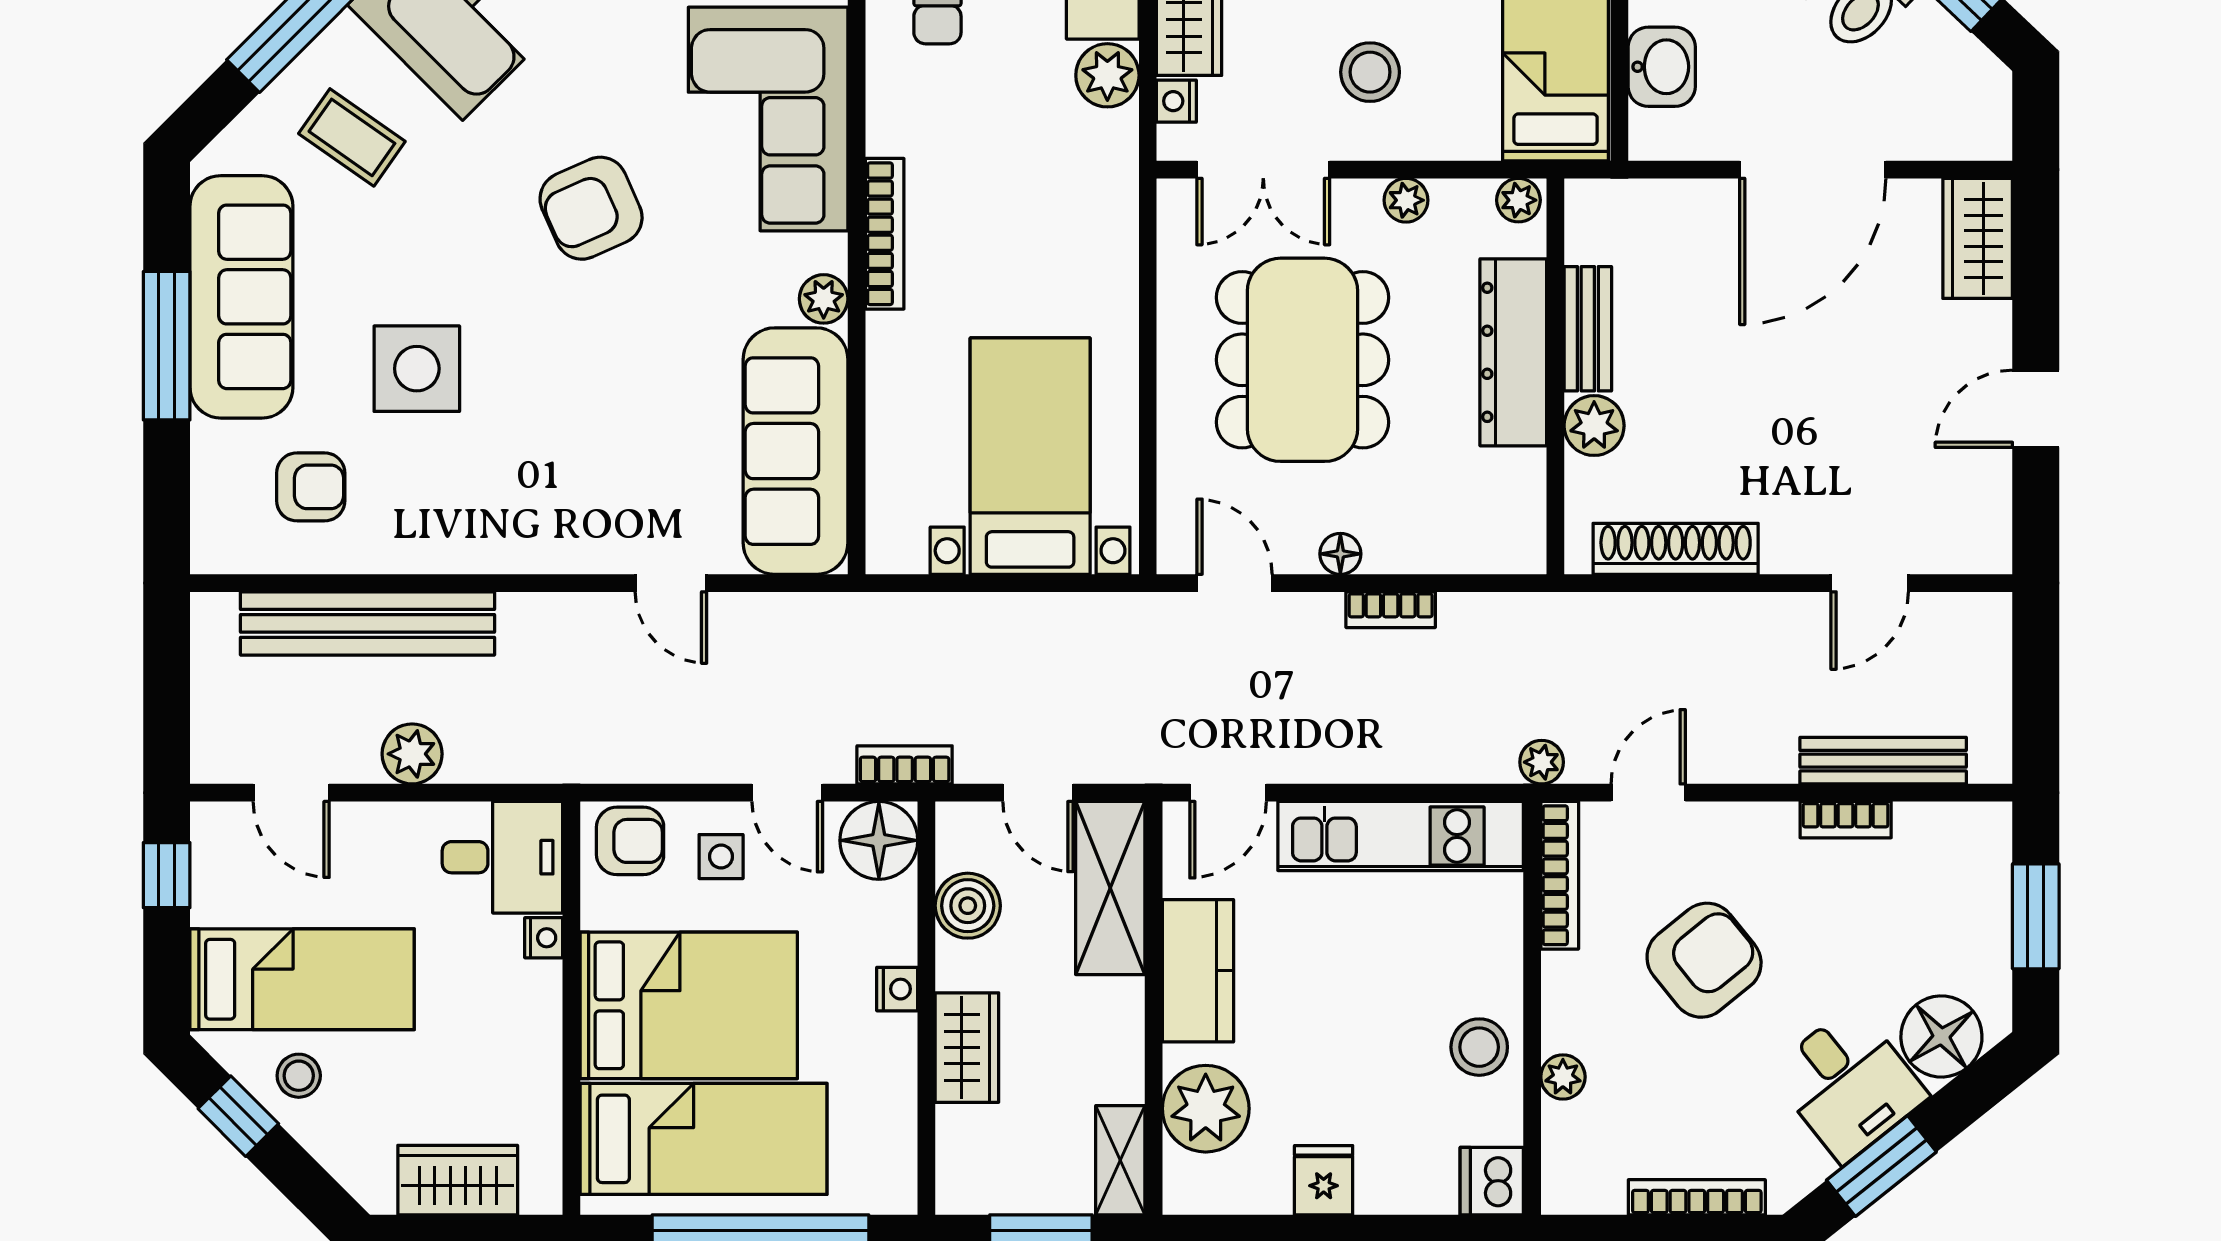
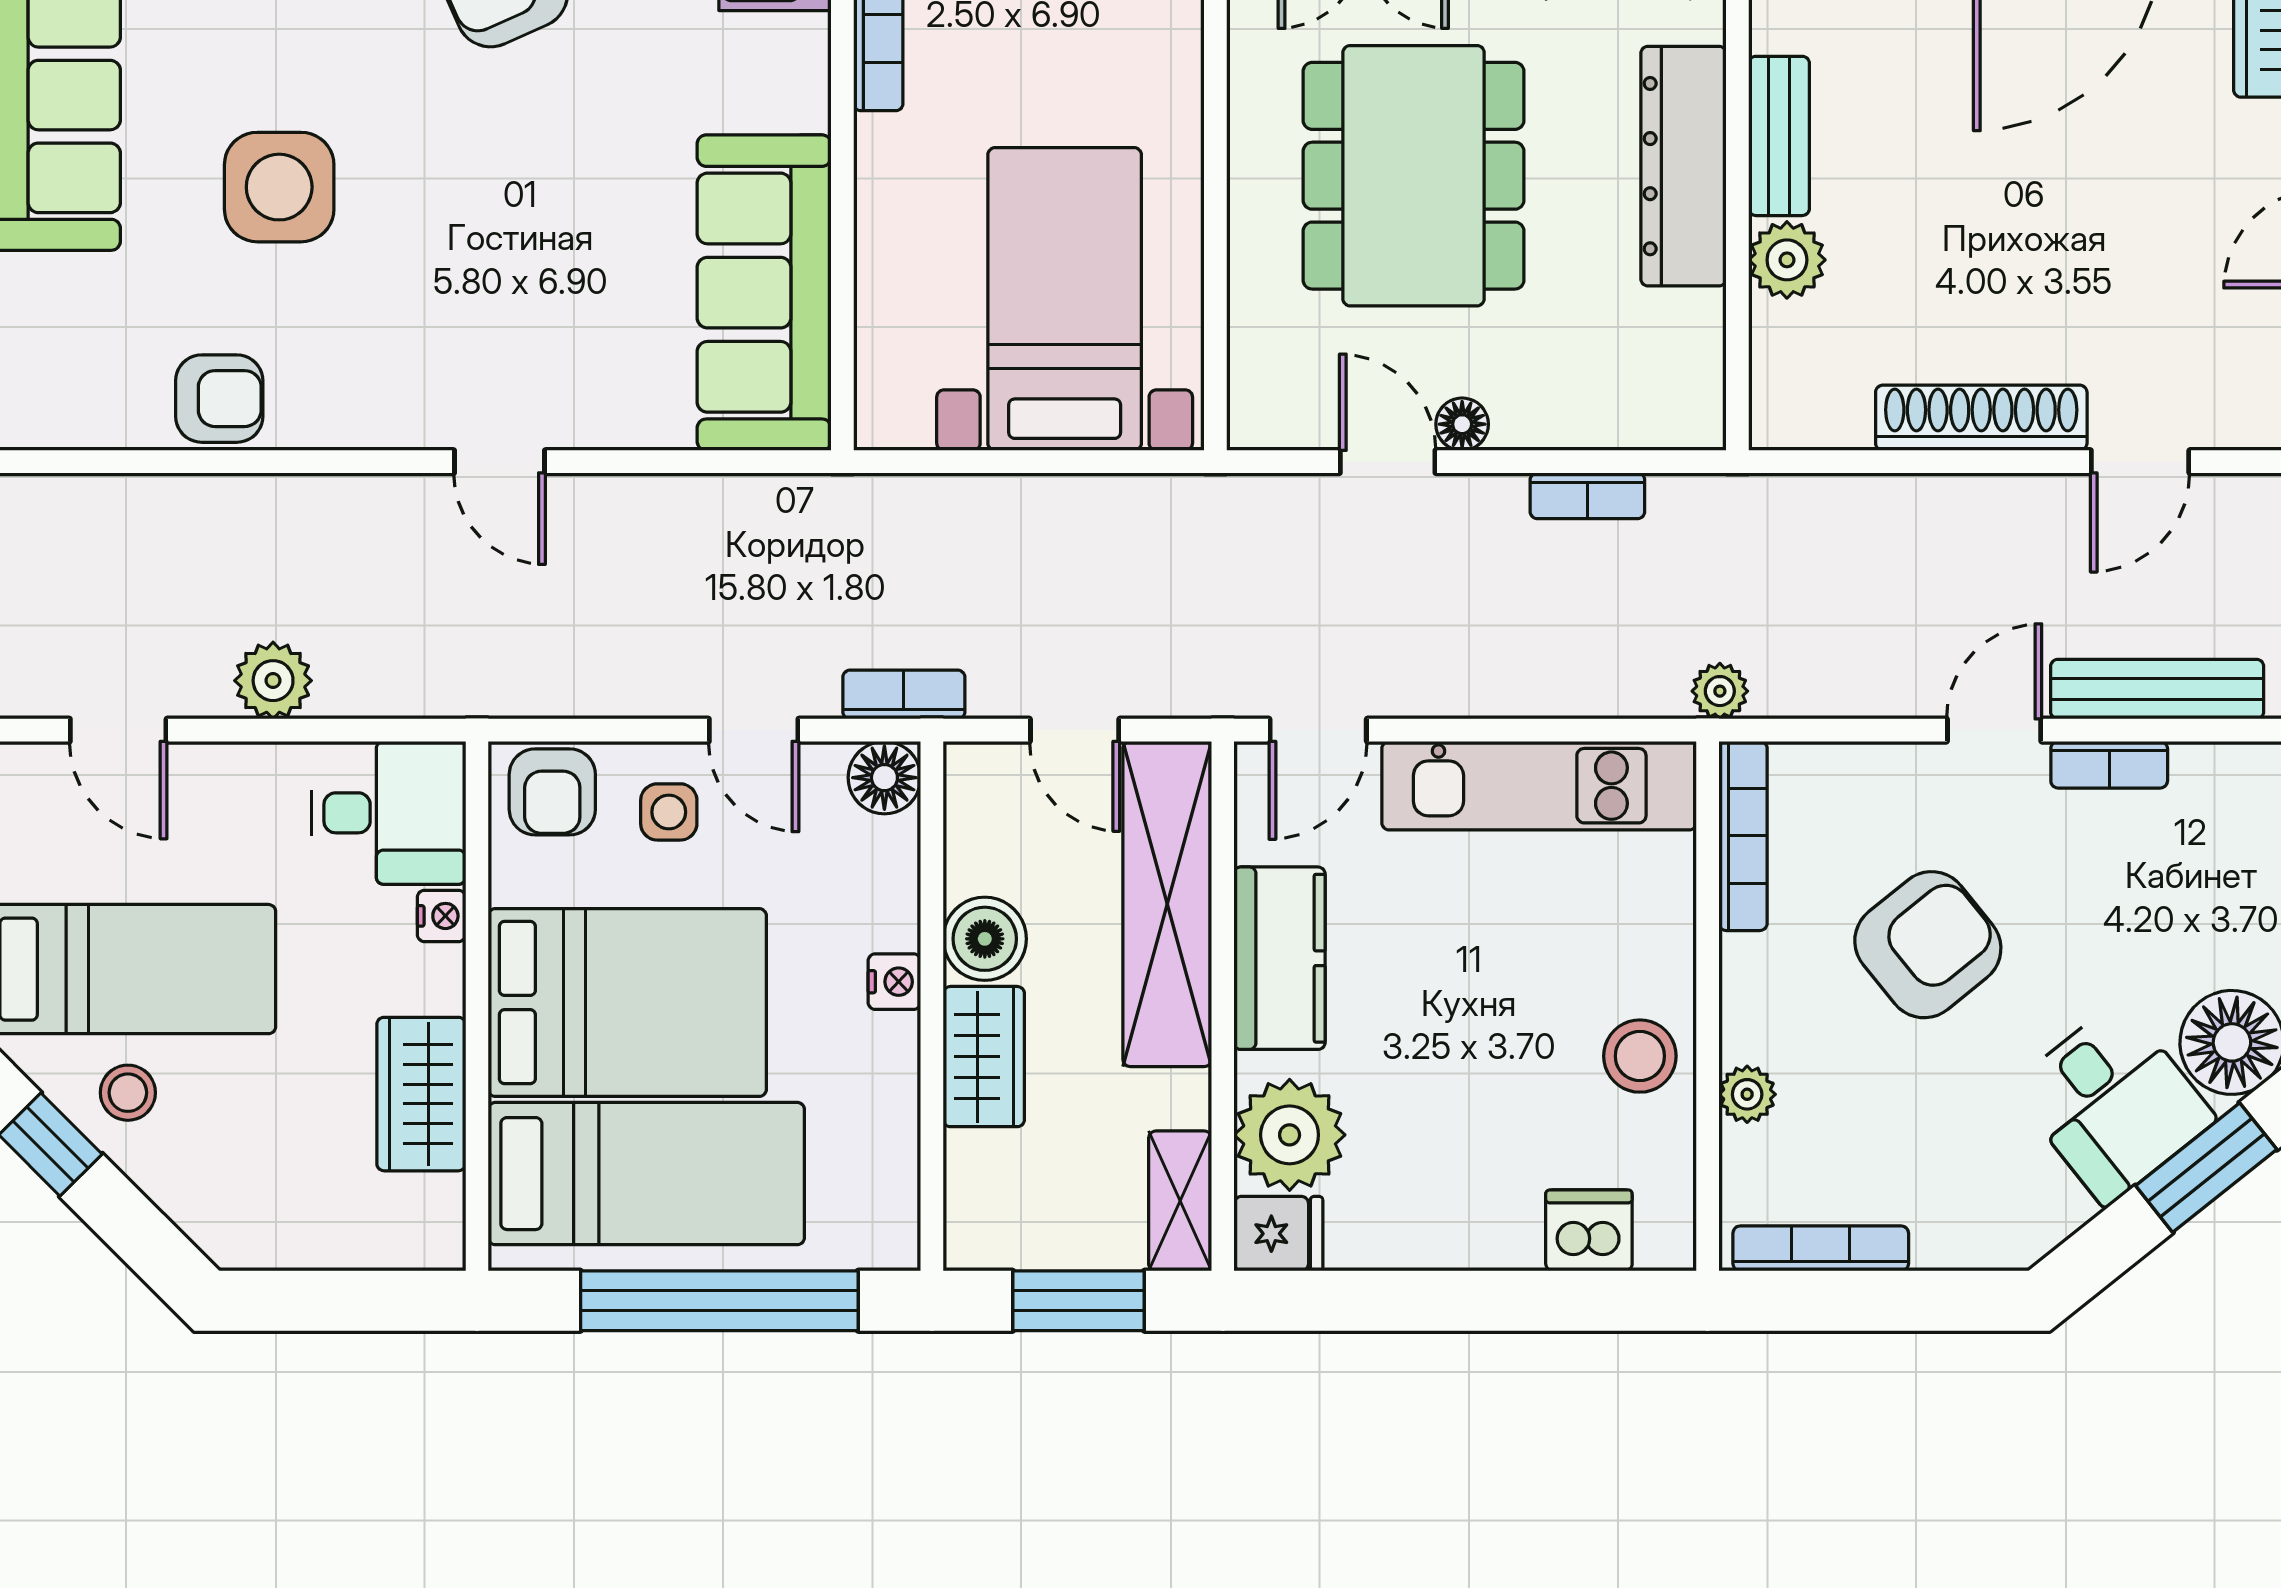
plant: (824, 299) -> (800, 98), removed
armchair: (311, 487) -> (219, 399), moved
shoe rack: (1676, 549) -> (1981, 418), moved
door: (671, 583) -> (500, 462), moved
door: (1235, 583) -> (1388, 462), moved
bookcase: (1391, 610) -> (1587, 496), moved
bench: (367, 623) -> (216, 513), removed
door: (1648, 793) -> (1994, 730), moved
floor lamp: (879, 840) -> (884, 778), width x0.73, depth x0.73
armchair: (630, 841) -> (552, 792), turned 90
shelving: (1110, 888) -> (1167, 904), width x1.47
boiler: (968, 906) -> (985, 939), moved
window: (1881, 1166) -> (2206, 1168), moved
wardrobe: (458, 1180) -> (421, 1094), moved, turned -90
fridge: (1324, 1180) -> (1278, 1234), moved, turned 90
dishwasher: (1492, 1181) -> (1589, 1230), moved, turned 90
bookcase: (1697, 1197) -> (1821, 1248), moved

